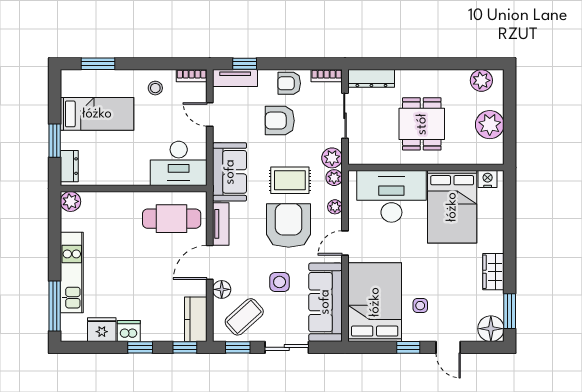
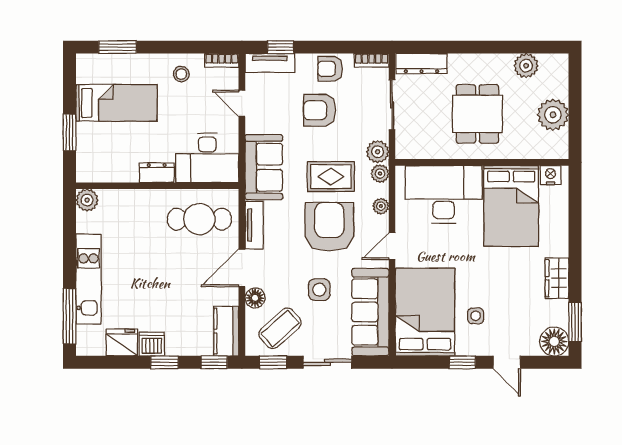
plant: (481, 80) -> (526, 66), moved
dresser: (69, 166) -> (157, 173), moved, turned -90

